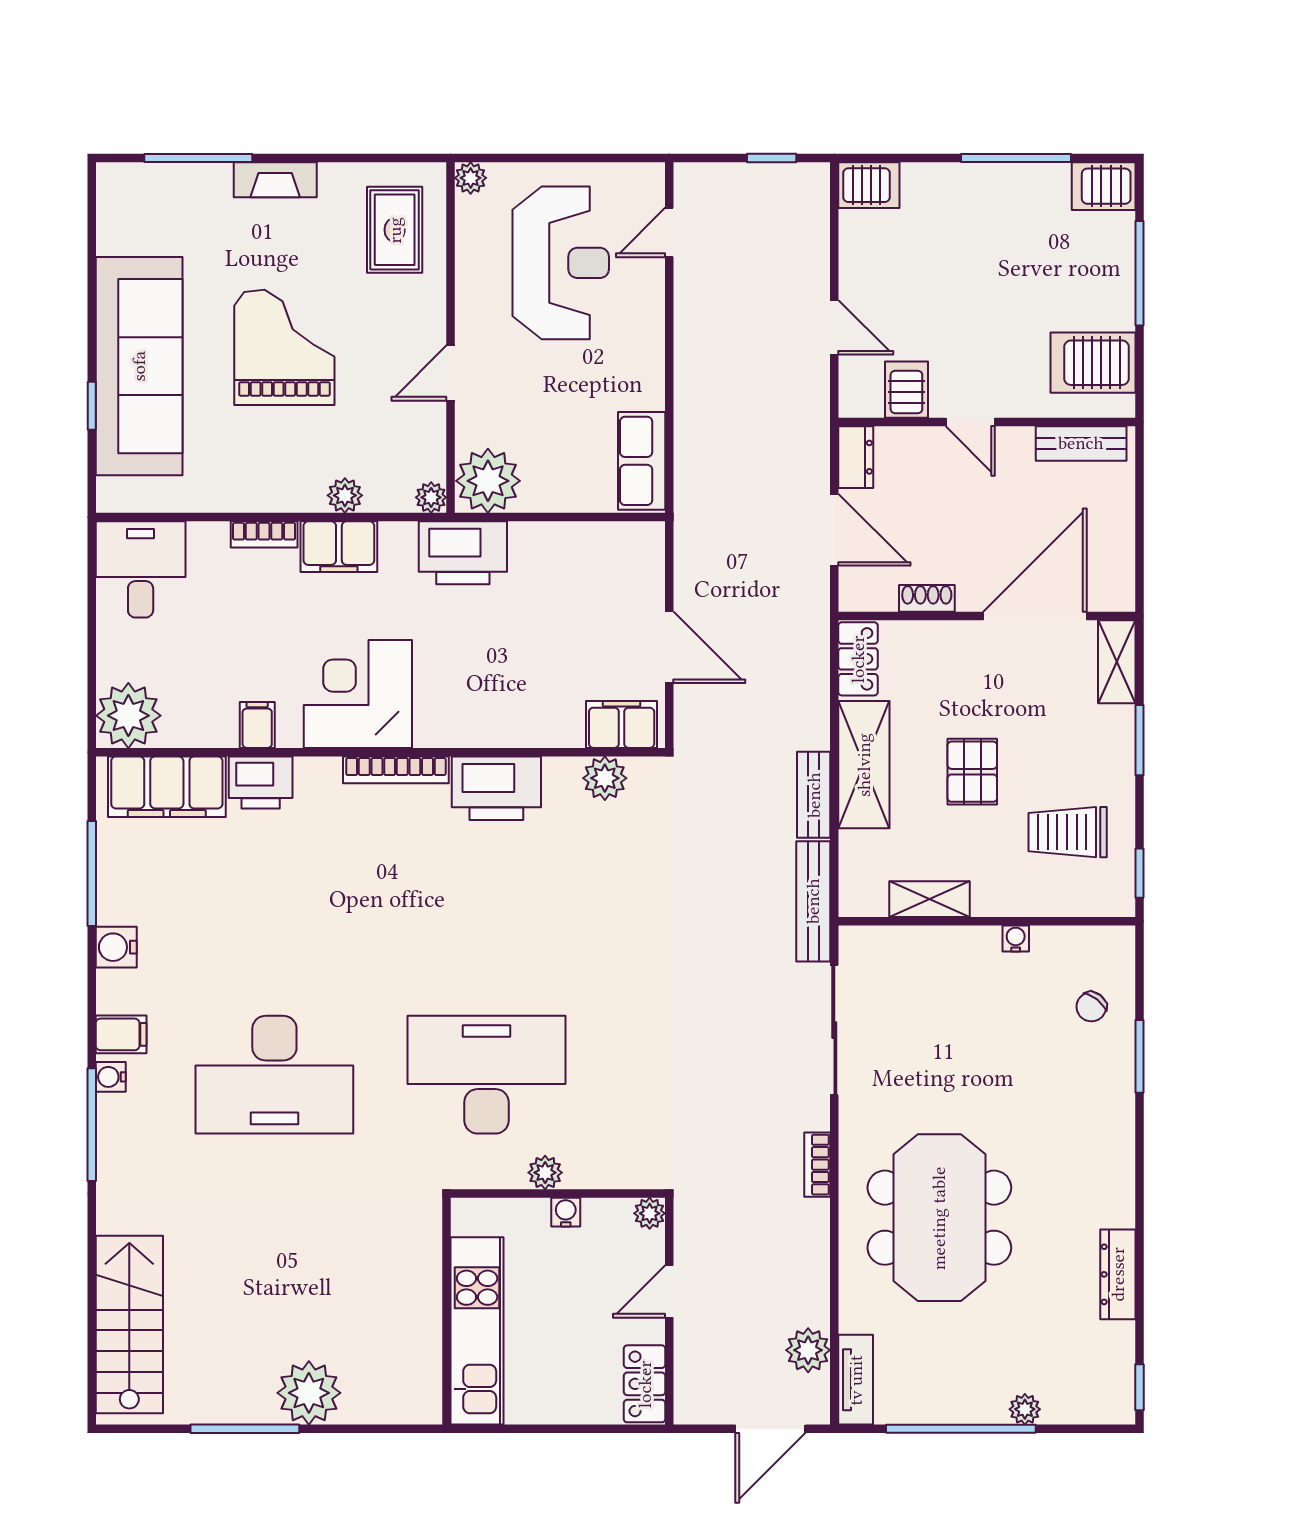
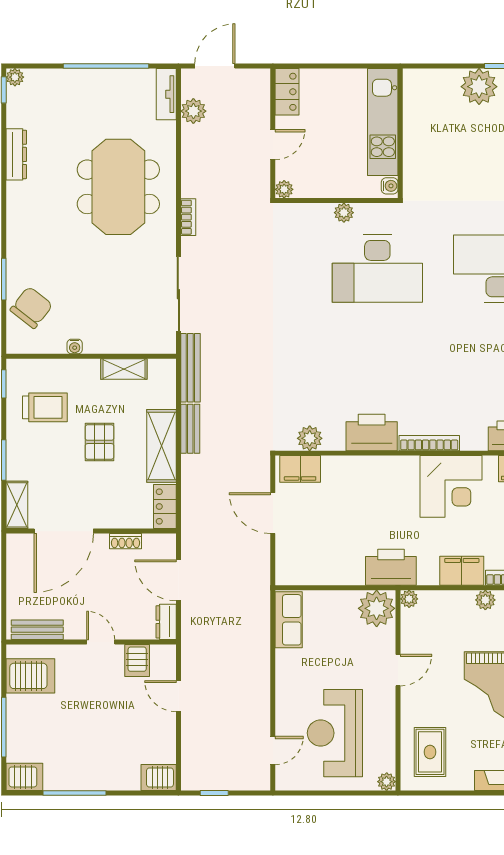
plant: (345, 495) -> (485, 600), moved
chair: (1091, 1007) -> (31, 307), width x1.87, depth x1.87
water cooler: (566, 1212) -> (390, 186), moved, turned -90
plant: (1025, 1409) -> (15, 77), moved

